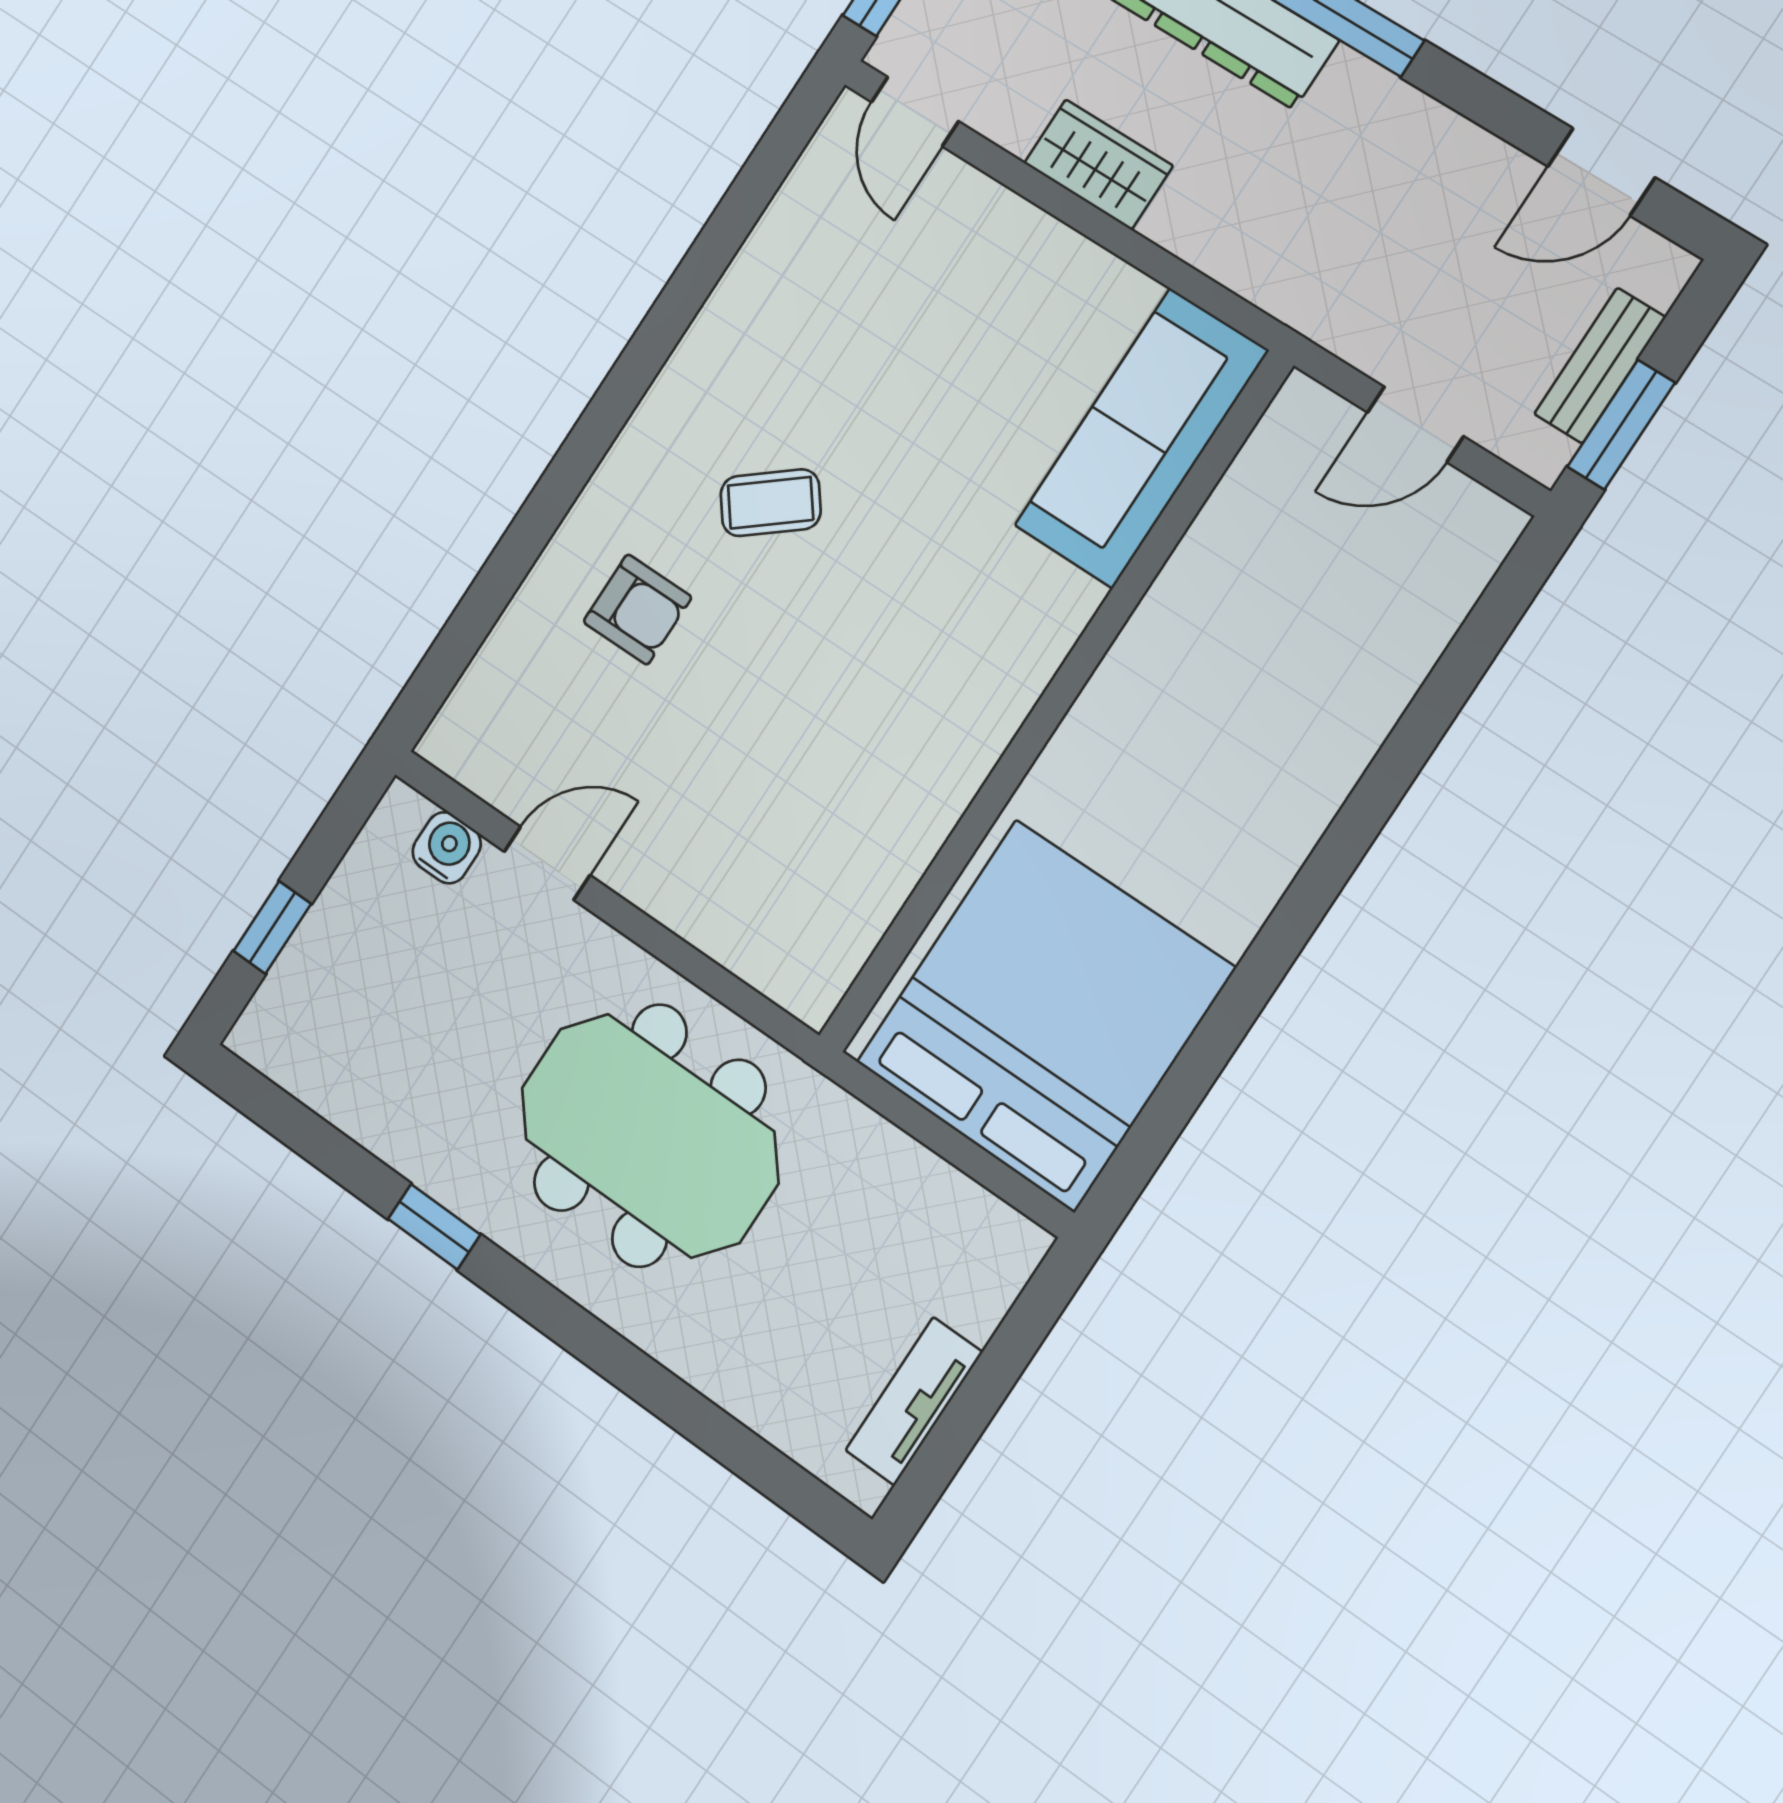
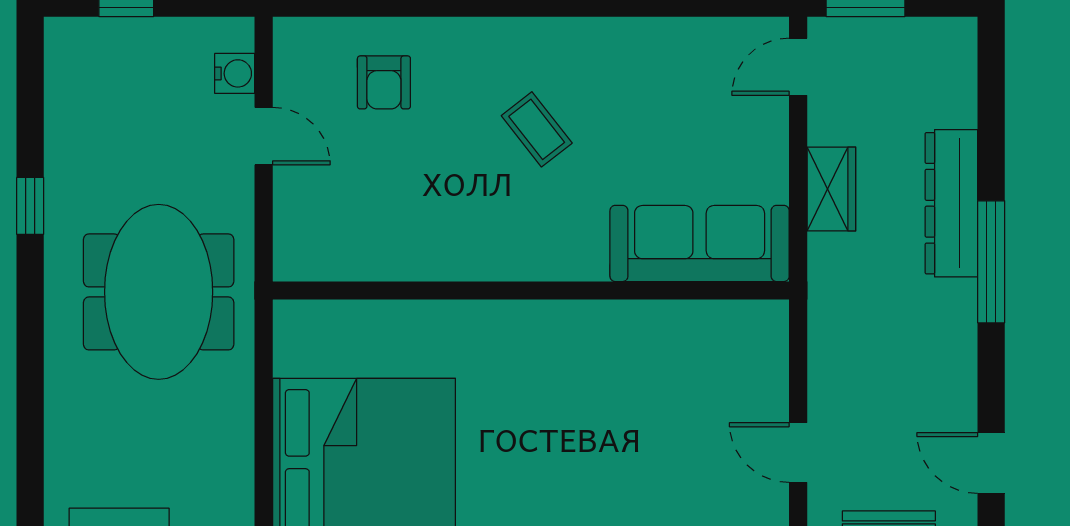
sofa: (1142, 438) -> (700, 243), moved
armchair: (637, 609) -> (384, 82), moved
wall: (1055, 702) -> (531, 291), moved

